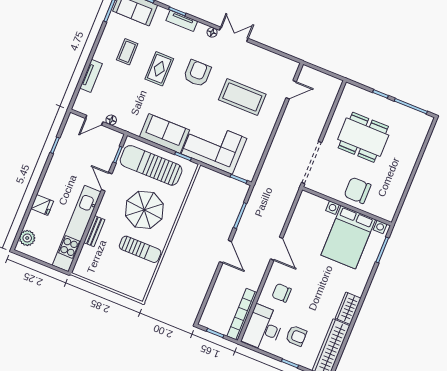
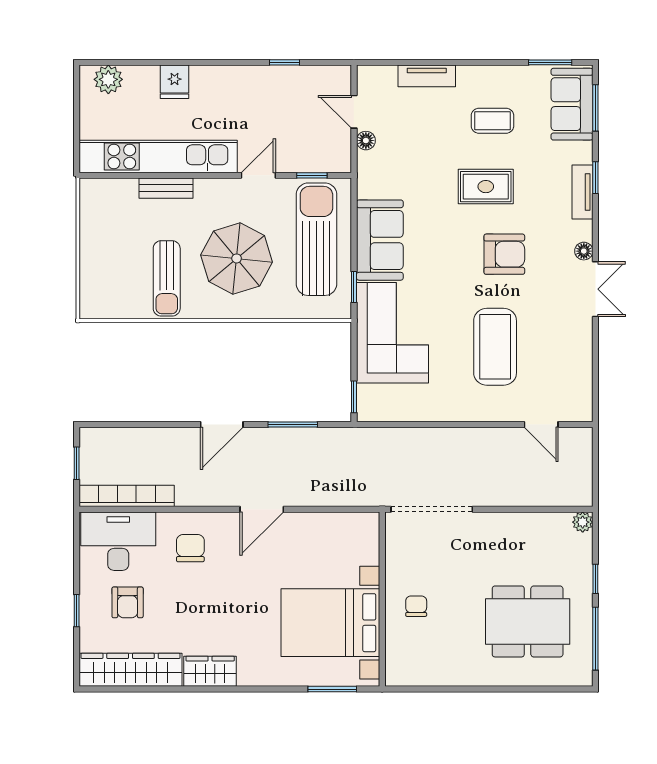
plant: (349, 89) -> (583, 522), added
dining table: (363, 137) -> (528, 621), moved, turned 90
chair: (357, 190) -> (416, 606), width x0.54, depth x0.54

